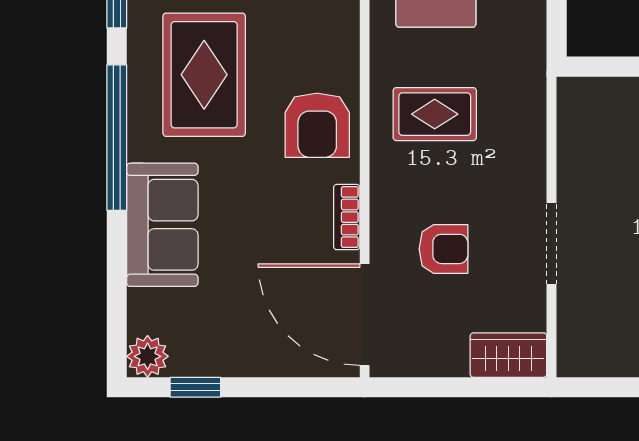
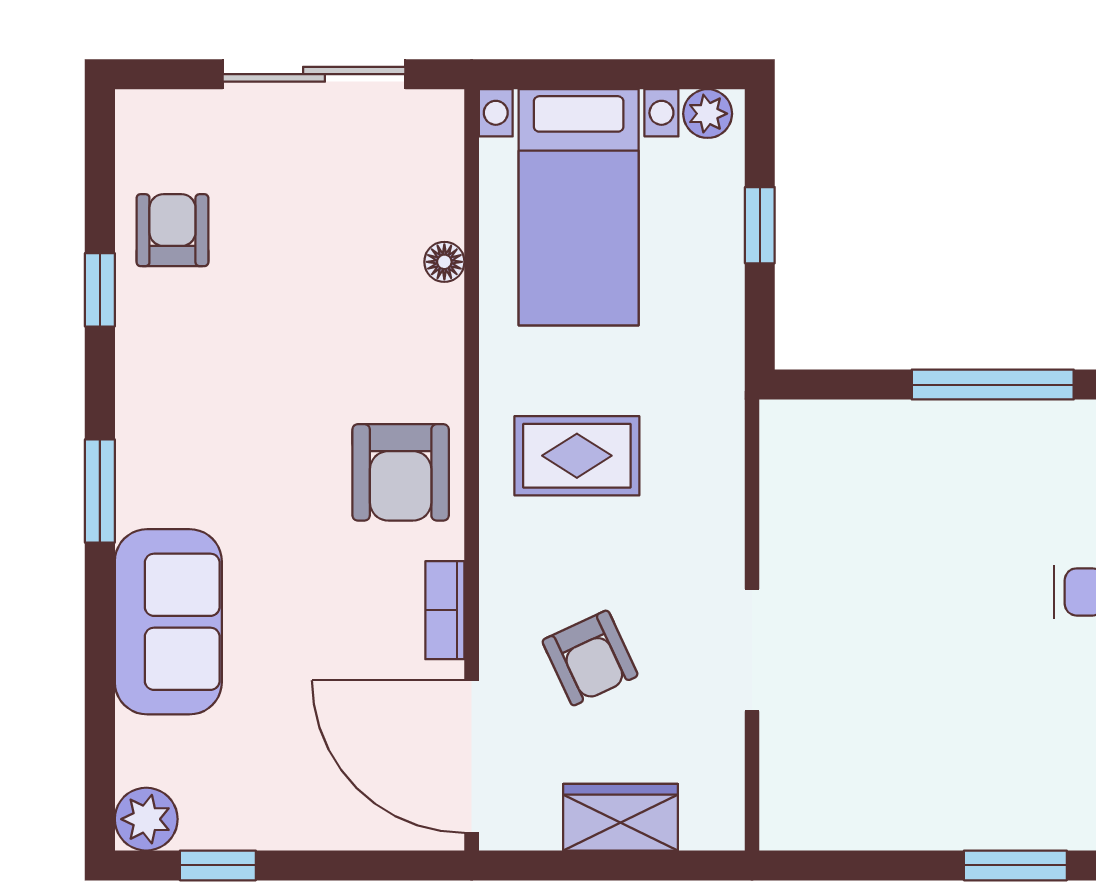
rug: (204, 75) -> (231, 397), removed
window: (117, 138) -> (100, 491), width x0.47
armchair: (443, 249) -> (590, 658), turned 65
wardrobe: (508, 355) -> (621, 817), moved

